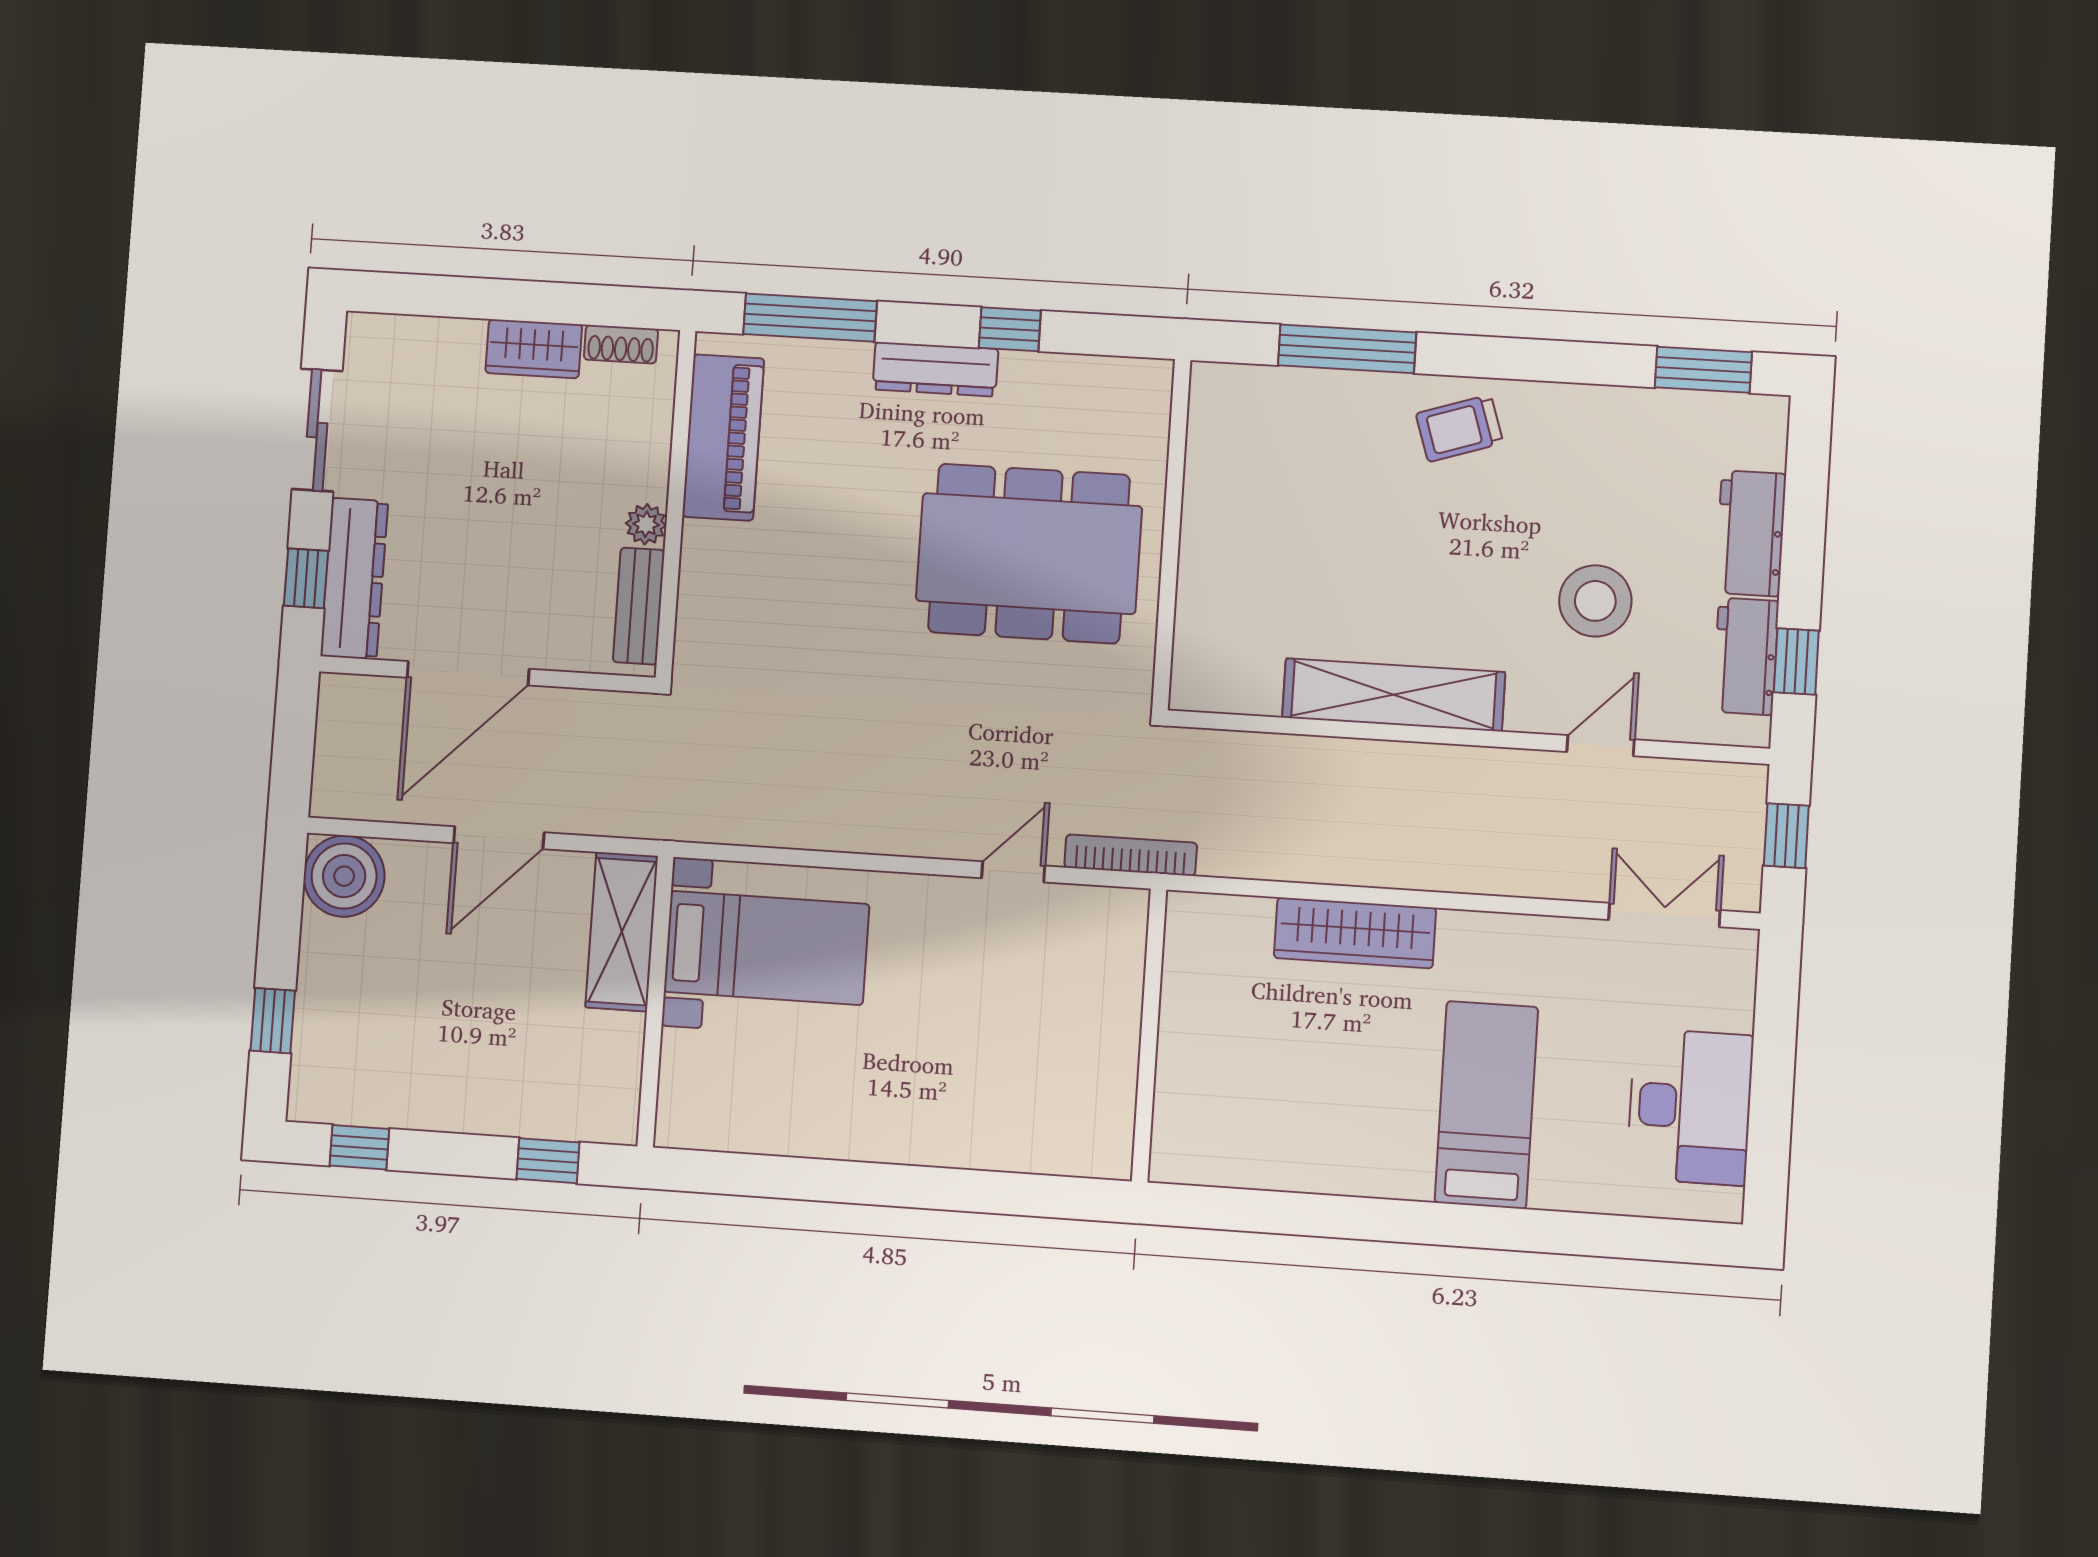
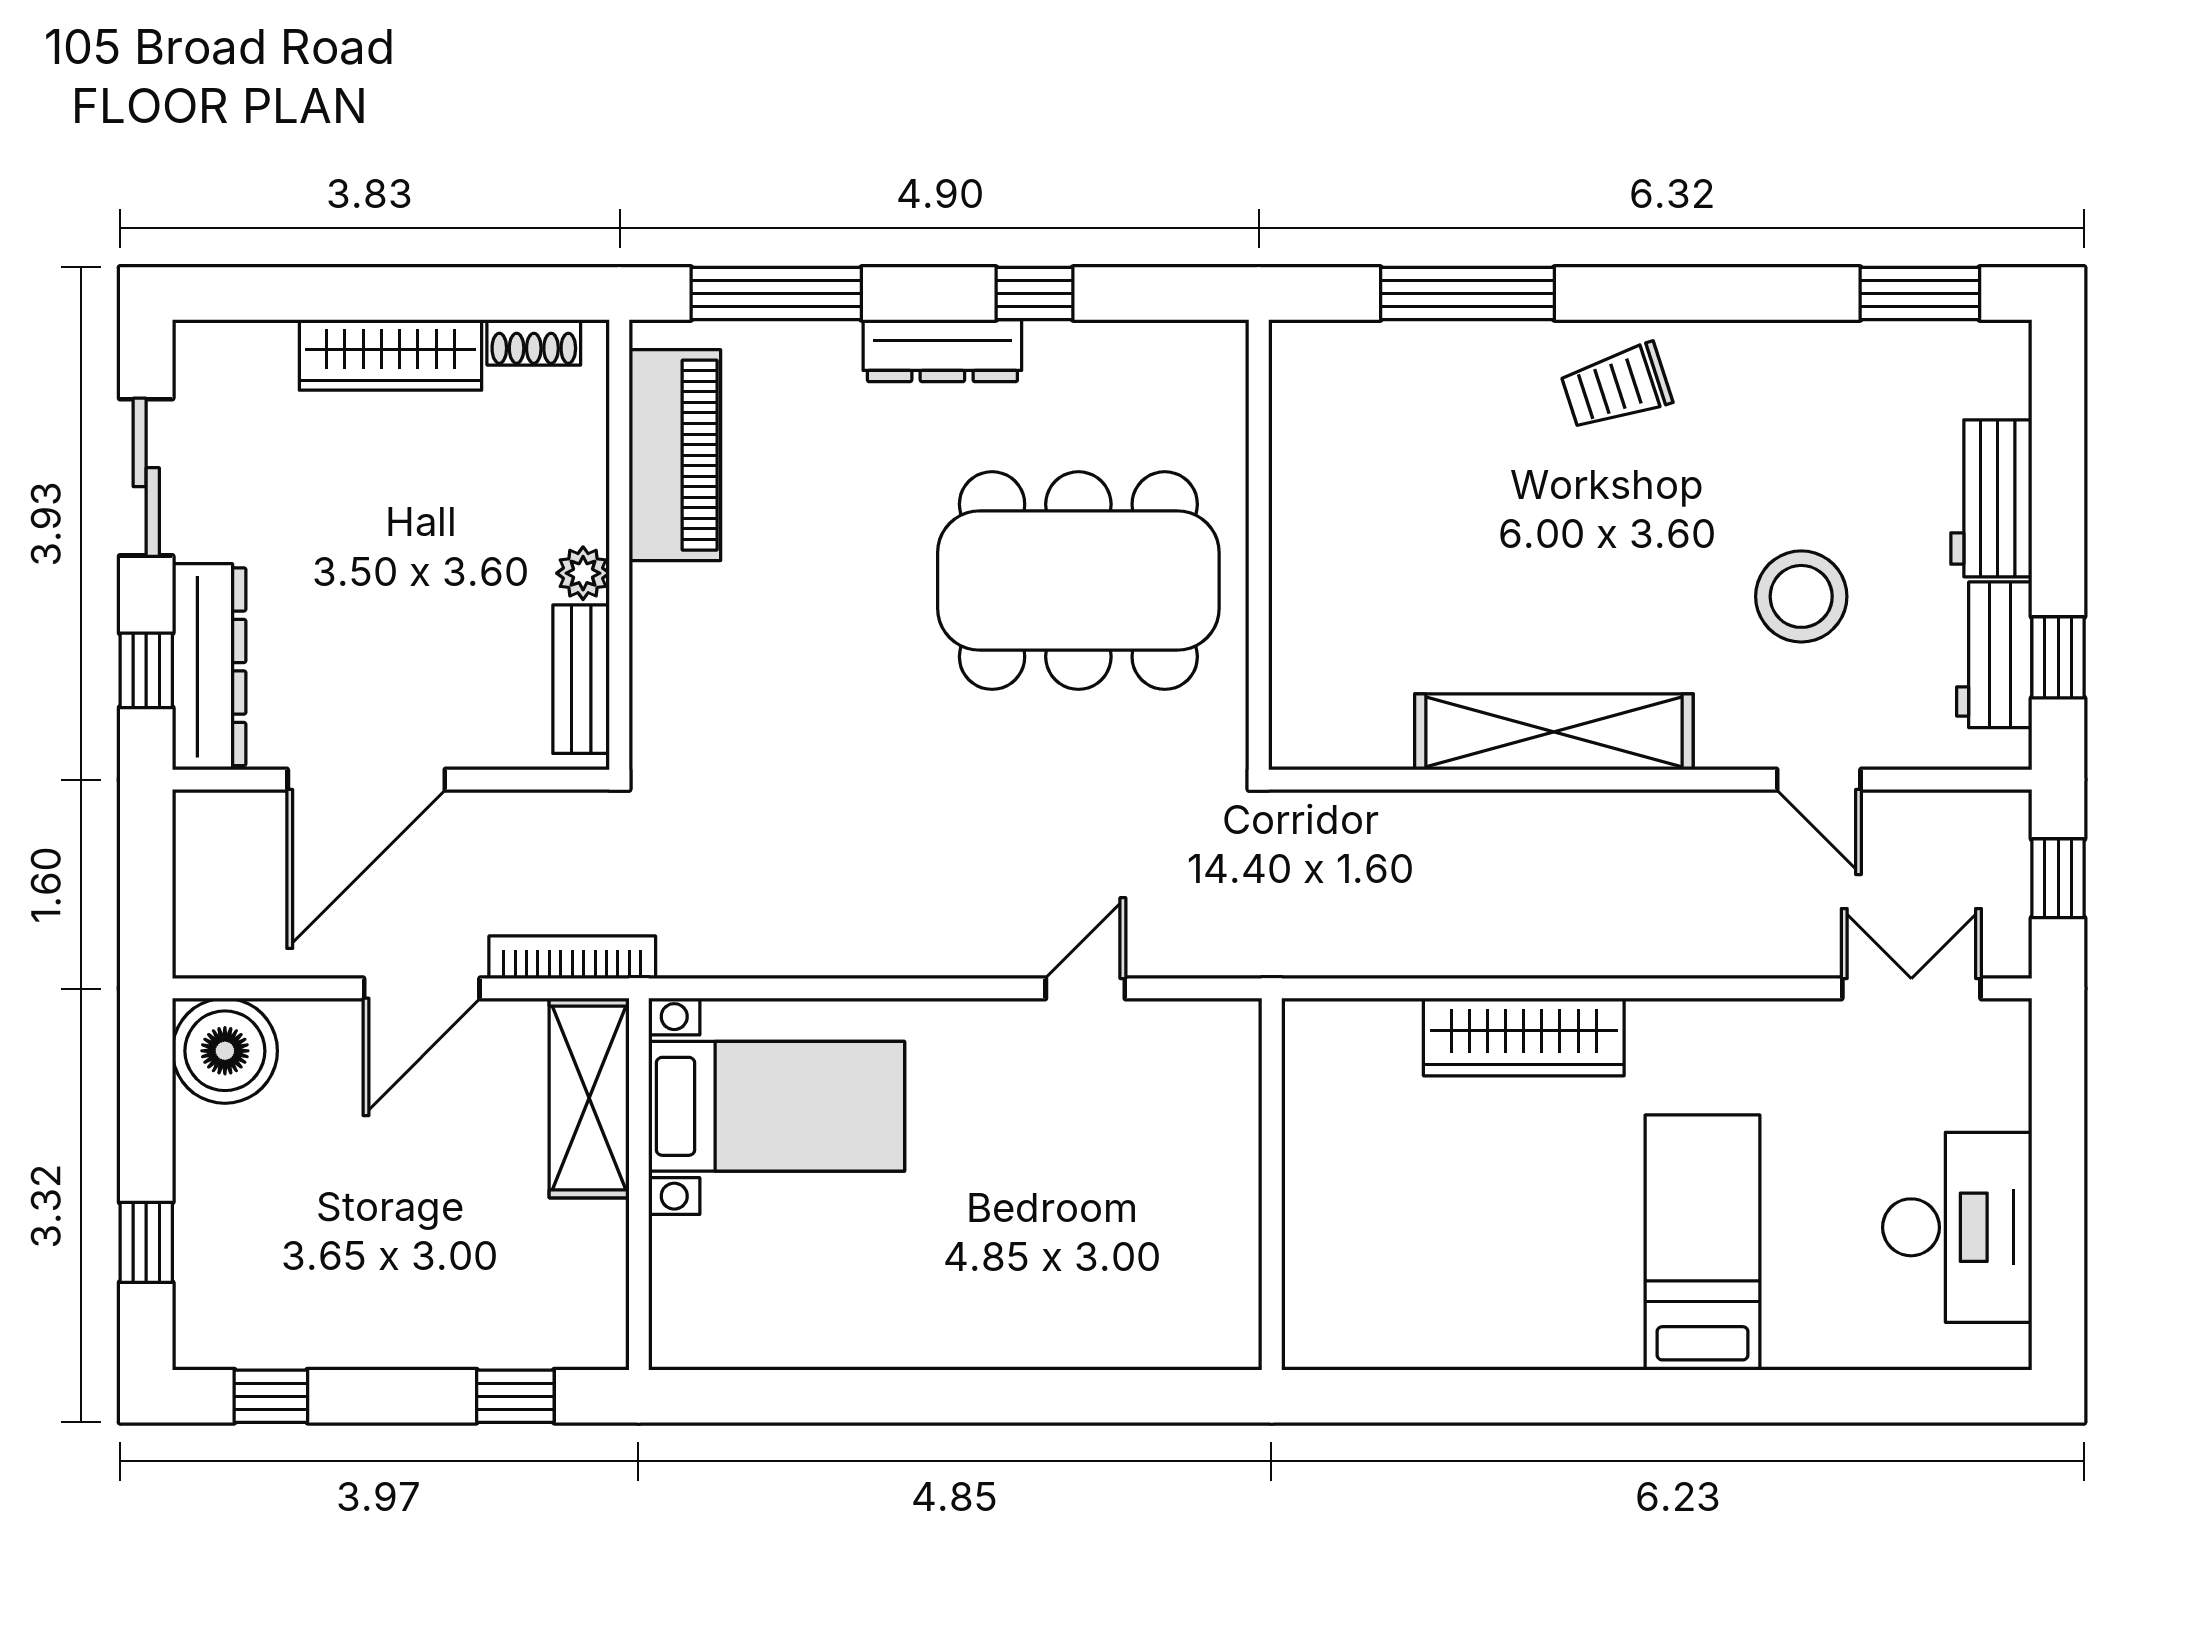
wardrobe: (534, 349) -> (391, 355), width x1.50
door: (1601, 746) -> (1819, 780), swing flipped
bookcase: (1131, 855) -> (572, 957), moved

